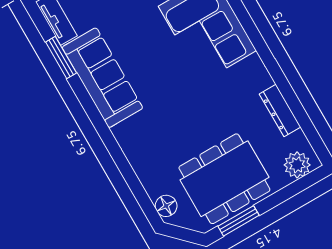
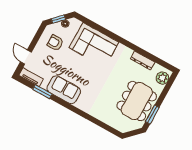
sofa: (102, 78) -> (64, 90), width x0.73
floor lamp: (166, 206) -> (120, 126), removed

